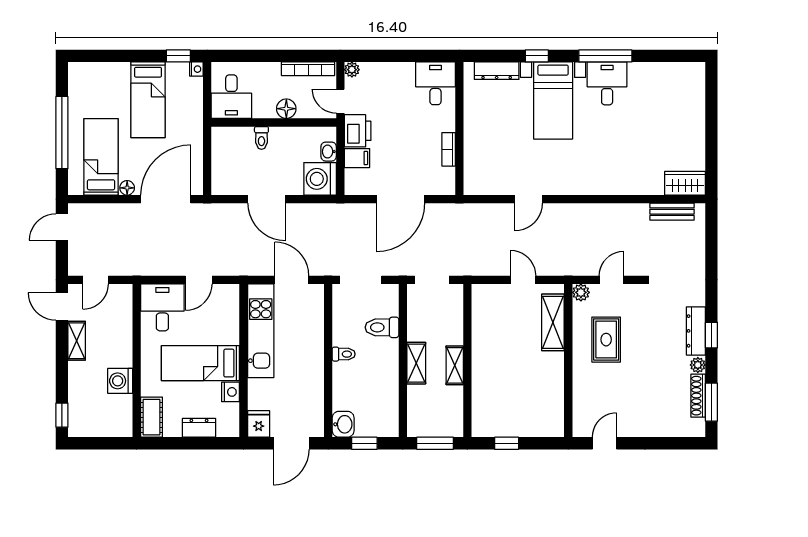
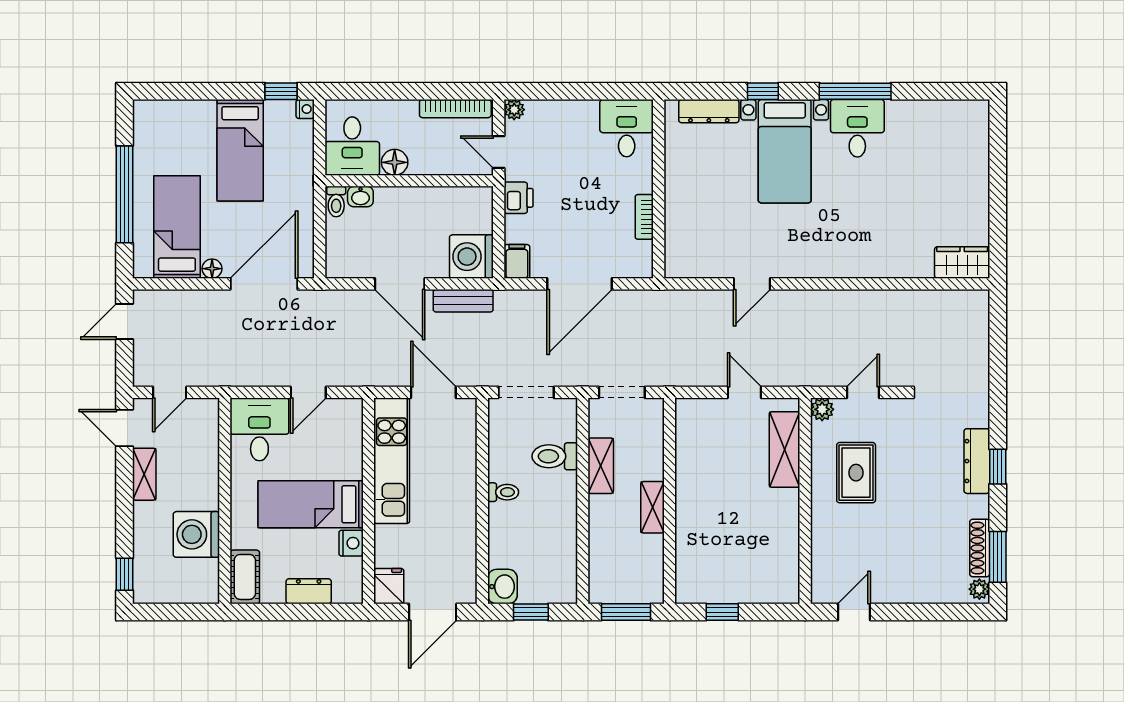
floor lamp: (286, 109) -> (395, 162), moved
printer: (358, 131) -> (518, 198), width x0.73, depth x0.81
toilet: (261, 138) -> (336, 202), moved
washbasin: (329, 152) -> (360, 197), moved, turned -90
filing cabinet: (357, 158) -> (517, 261), moved, turned -90
bench: (672, 212) -> (463, 301), moved
shelving: (416, 363) -> (601, 466), moved
plant: (698, 365) -> (979, 589), moved
washing machine: (120, 381) -> (196, 534), width x1.37, depth x1.37

